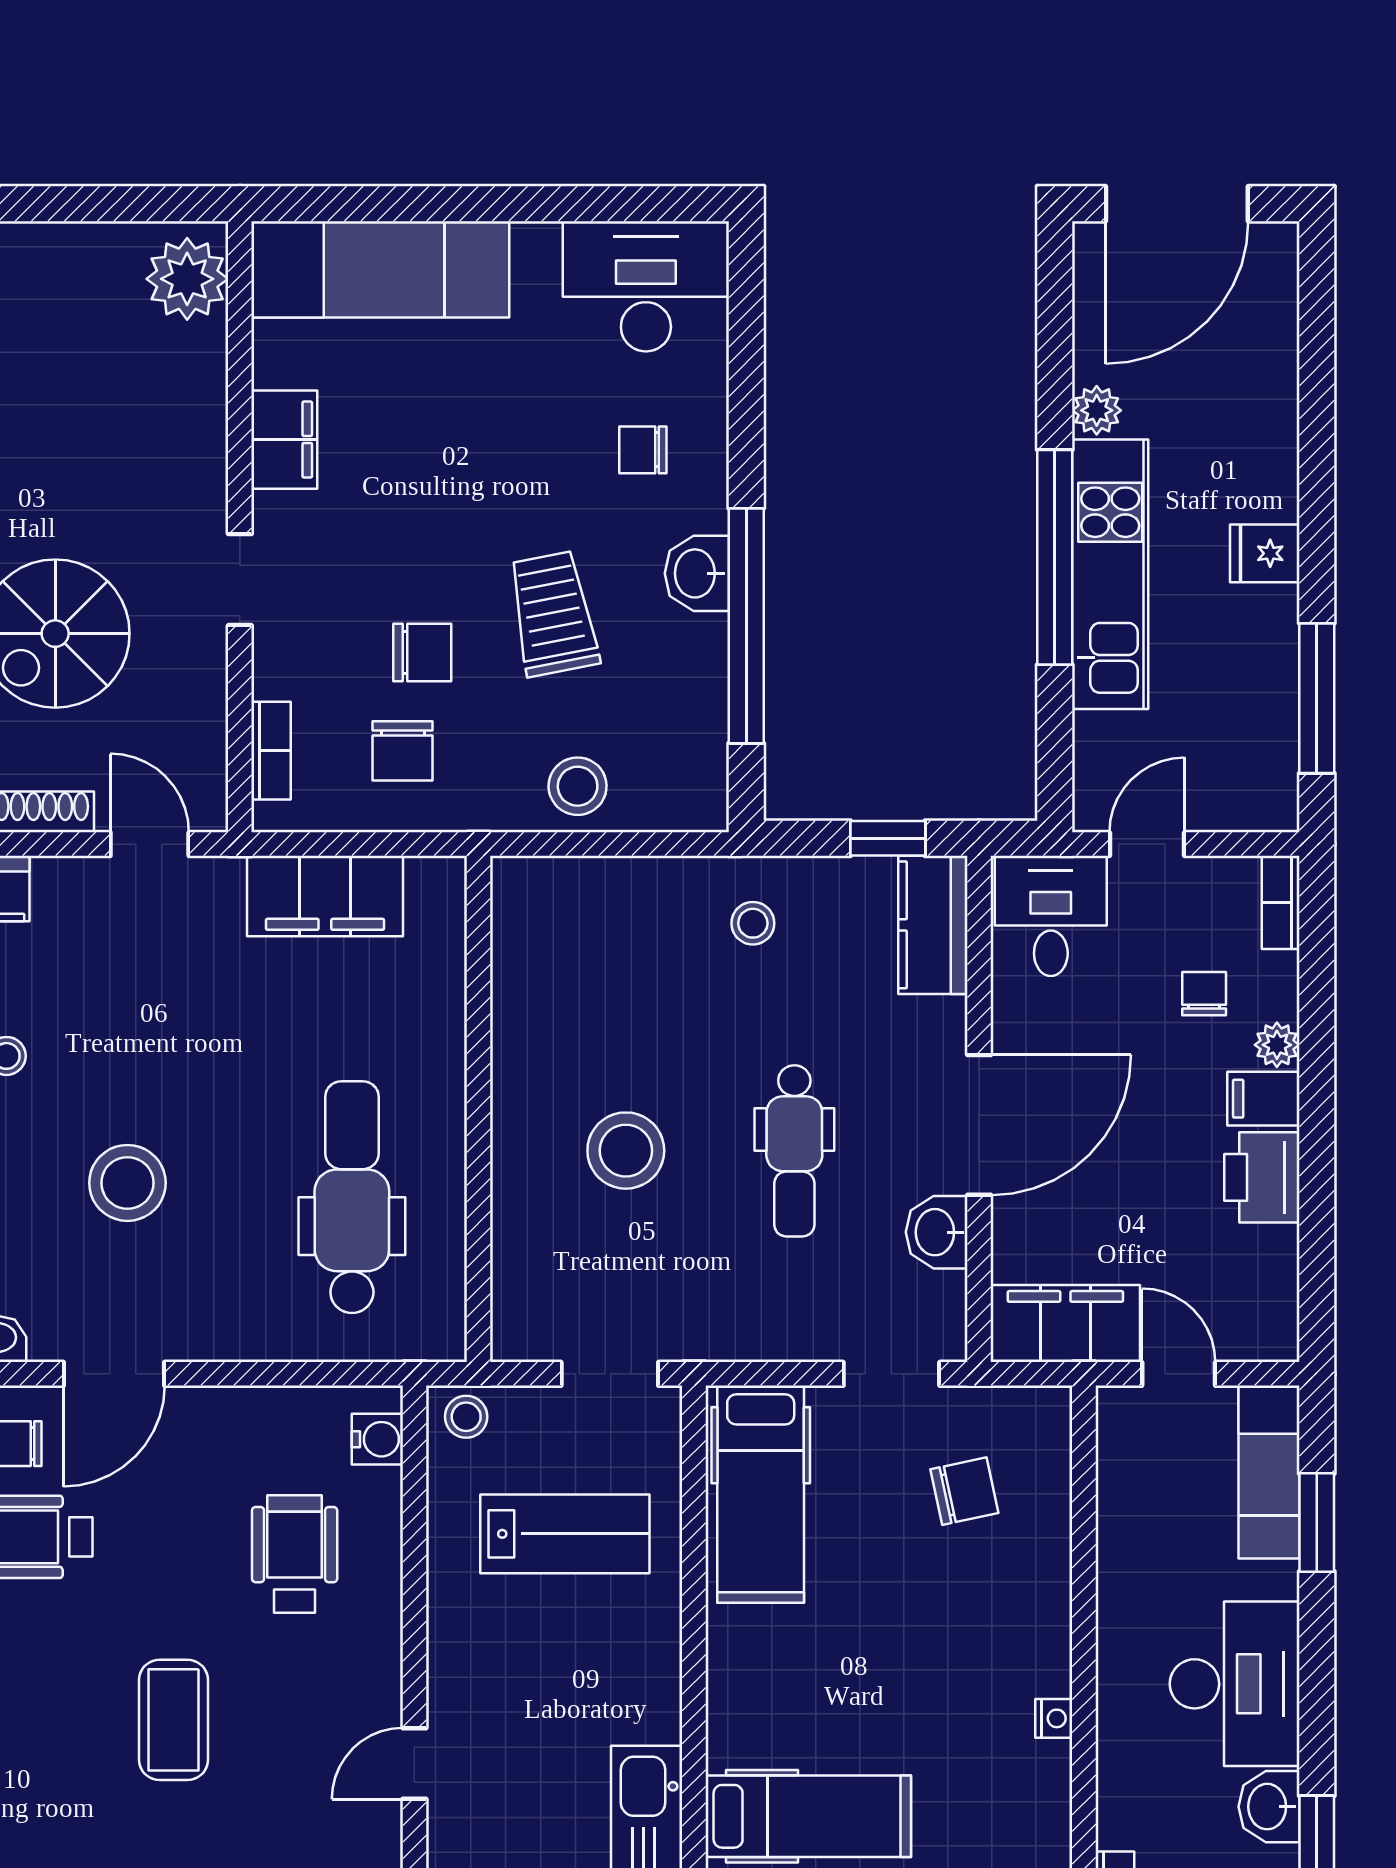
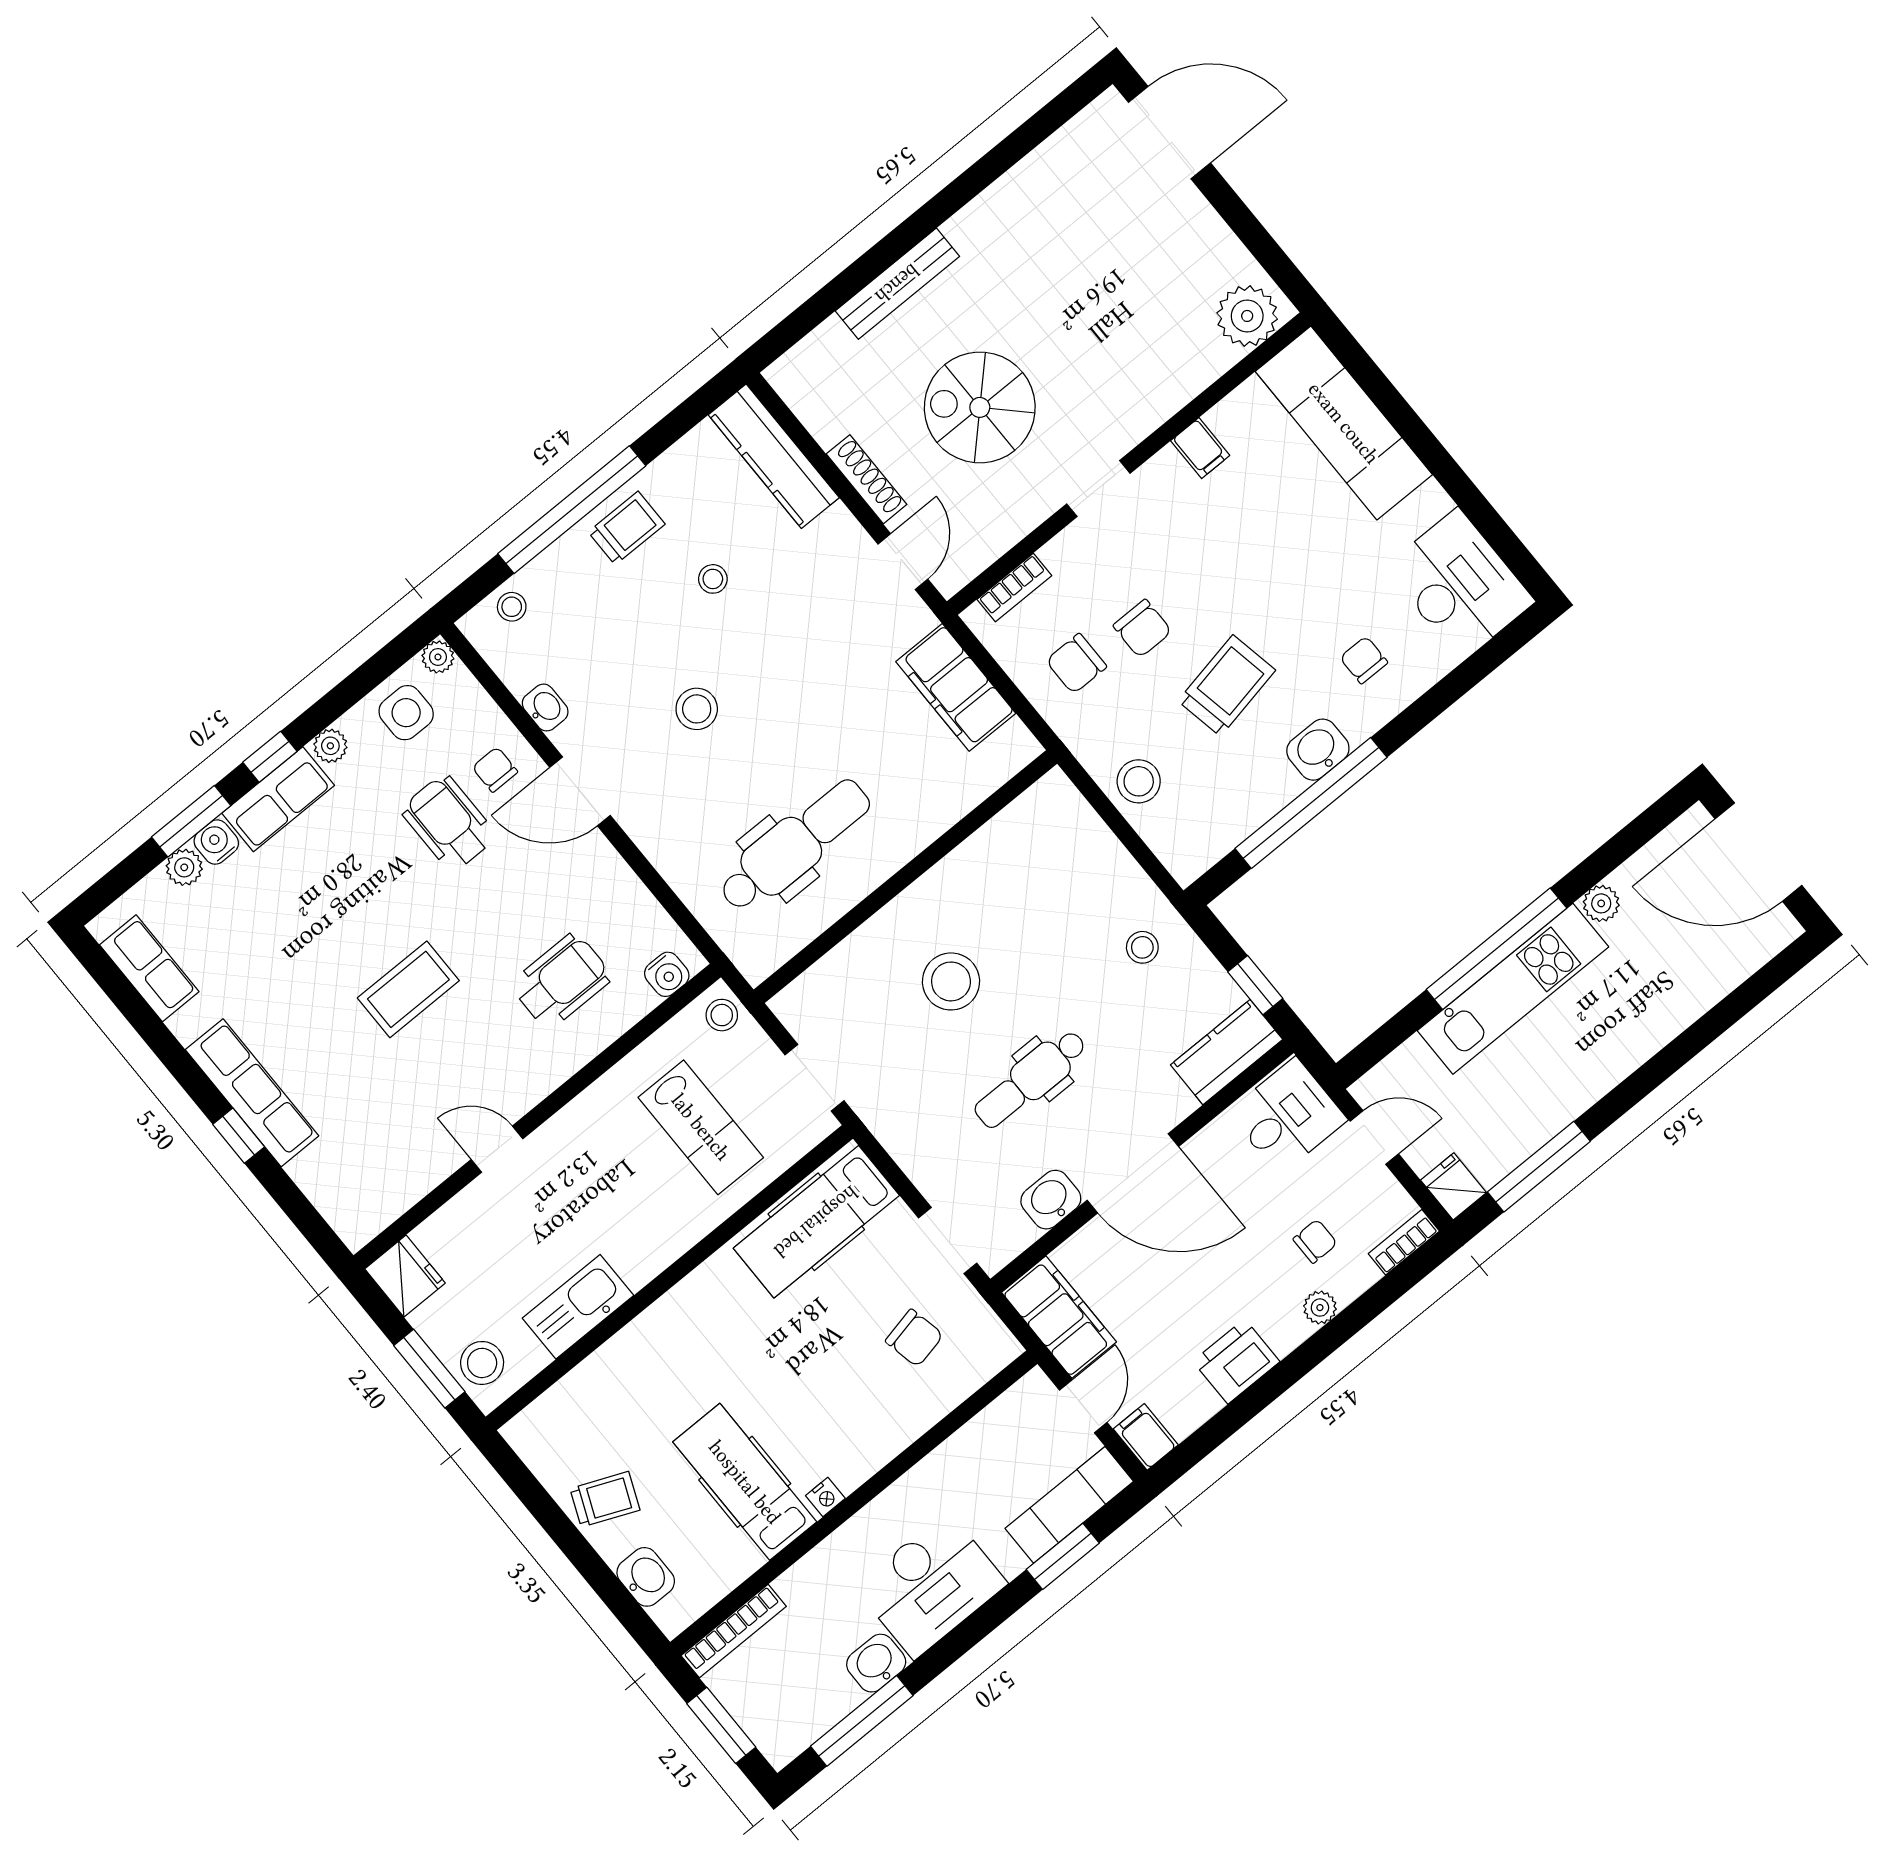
filing cabinet: (284, 440) -> (1200, 448), width x0.50
fridge: (1265, 553) -> (1454, 1186), moved
filing cabinet: (1263, 1099) -> (1146, 1437), moved
stool: (127, 1183) -> (697, 709), width x0.73, depth x0.73
hospital bed: (808, 1816) -> (745, 1482), moved, turned 180

